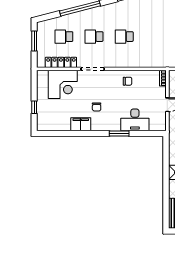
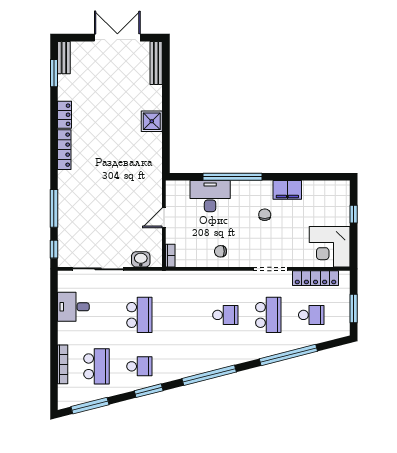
school desk: (94, 37) -> (268, 315), width x1.85
corner desk: (63, 84) -> (330, 247), moved, turned -90
window: (119, 134) -> (232, 177), width x2.11

